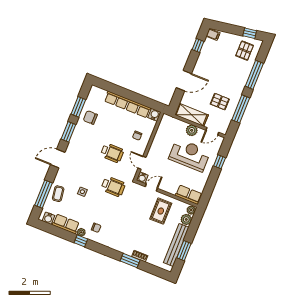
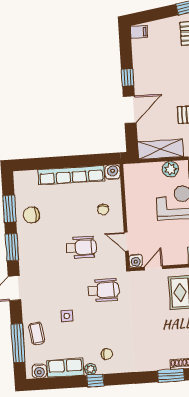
window: (198, 45) -> (128, 78), moved

